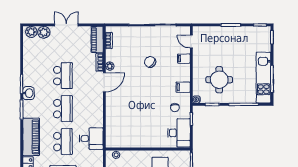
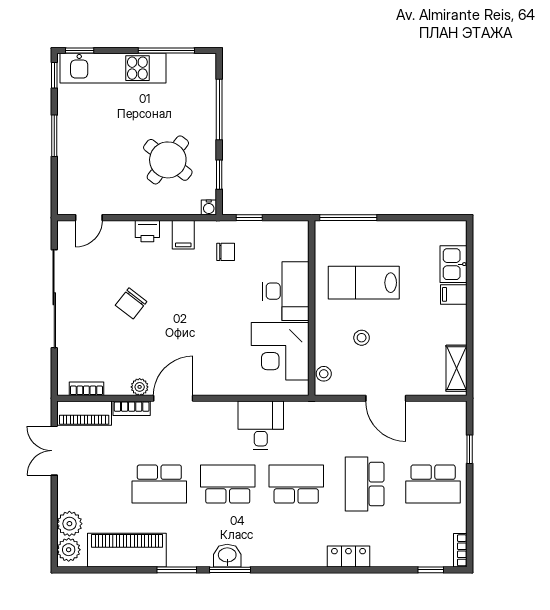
double door: (66, 25) -> (54, 451), moved
filing cabinet: (184, 59) -> (124, 233), removed
printer: (185, 70) -> (147, 231), added
school desk: (63, 76) -> (159, 484), turned 180
kitchen unit: (263, 78) -> (113, 68), moved
round table: (219, 80) -> (168, 160), turned 38
door: (104, 82) -> (173, 398), hinge flipped
washbasin: (28, 93) -> (227, 556), moved
desk: (179, 133) -> (286, 291), moved, turned 90
corner desk: (127, 134) -> (280, 351), added
piano: (31, 137) -> (127, 550), moved
desk: (91, 139) -> (261, 425), moved

